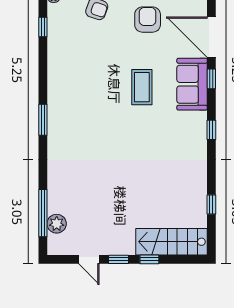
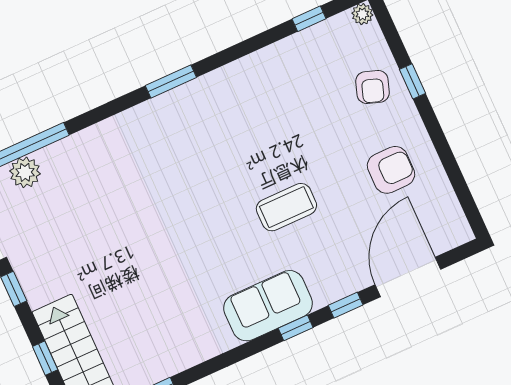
sofa: (192, 84) -> (268, 306), moved
window: (211, 130) -> (296, 328), moved
window: (149, 259) -> (45, 358), moved

